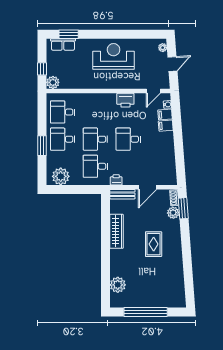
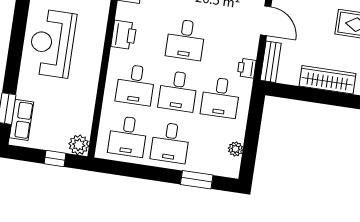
desk: (95, 112) -> (135, 85), added
window: (42, 146) -> (197, 180), moved
plant: (61, 176) -> (236, 149), width x0.53, depth x0.53

